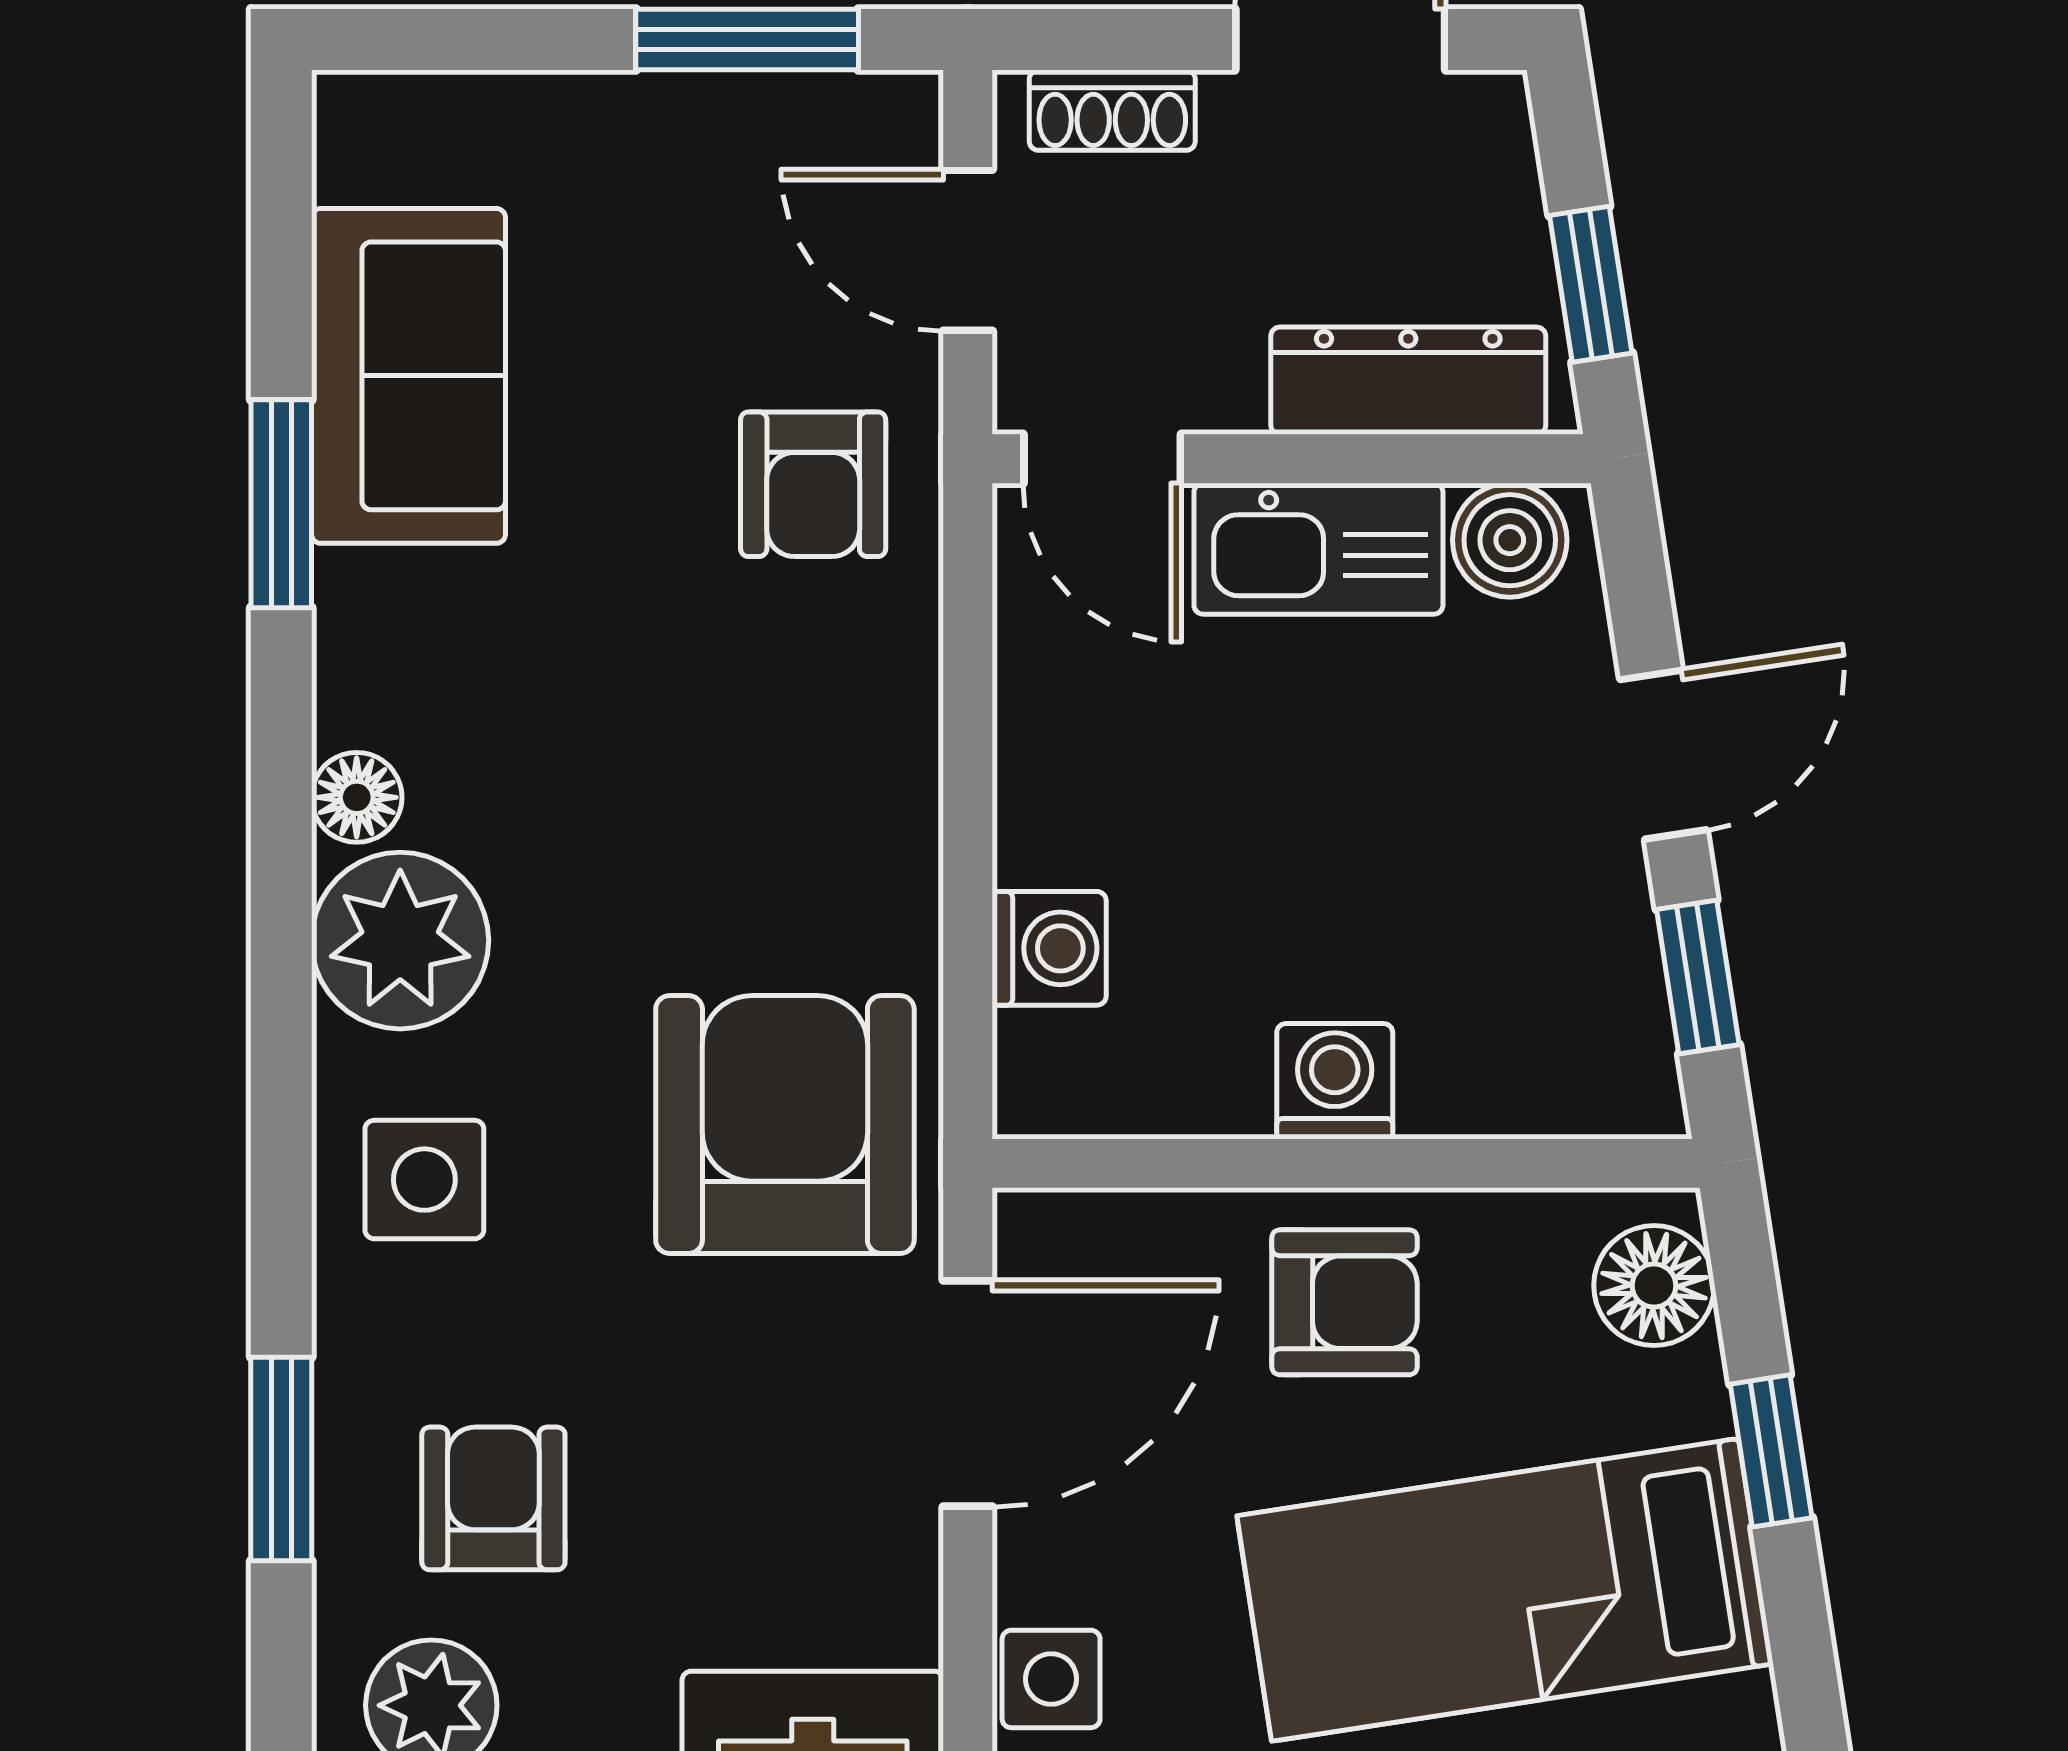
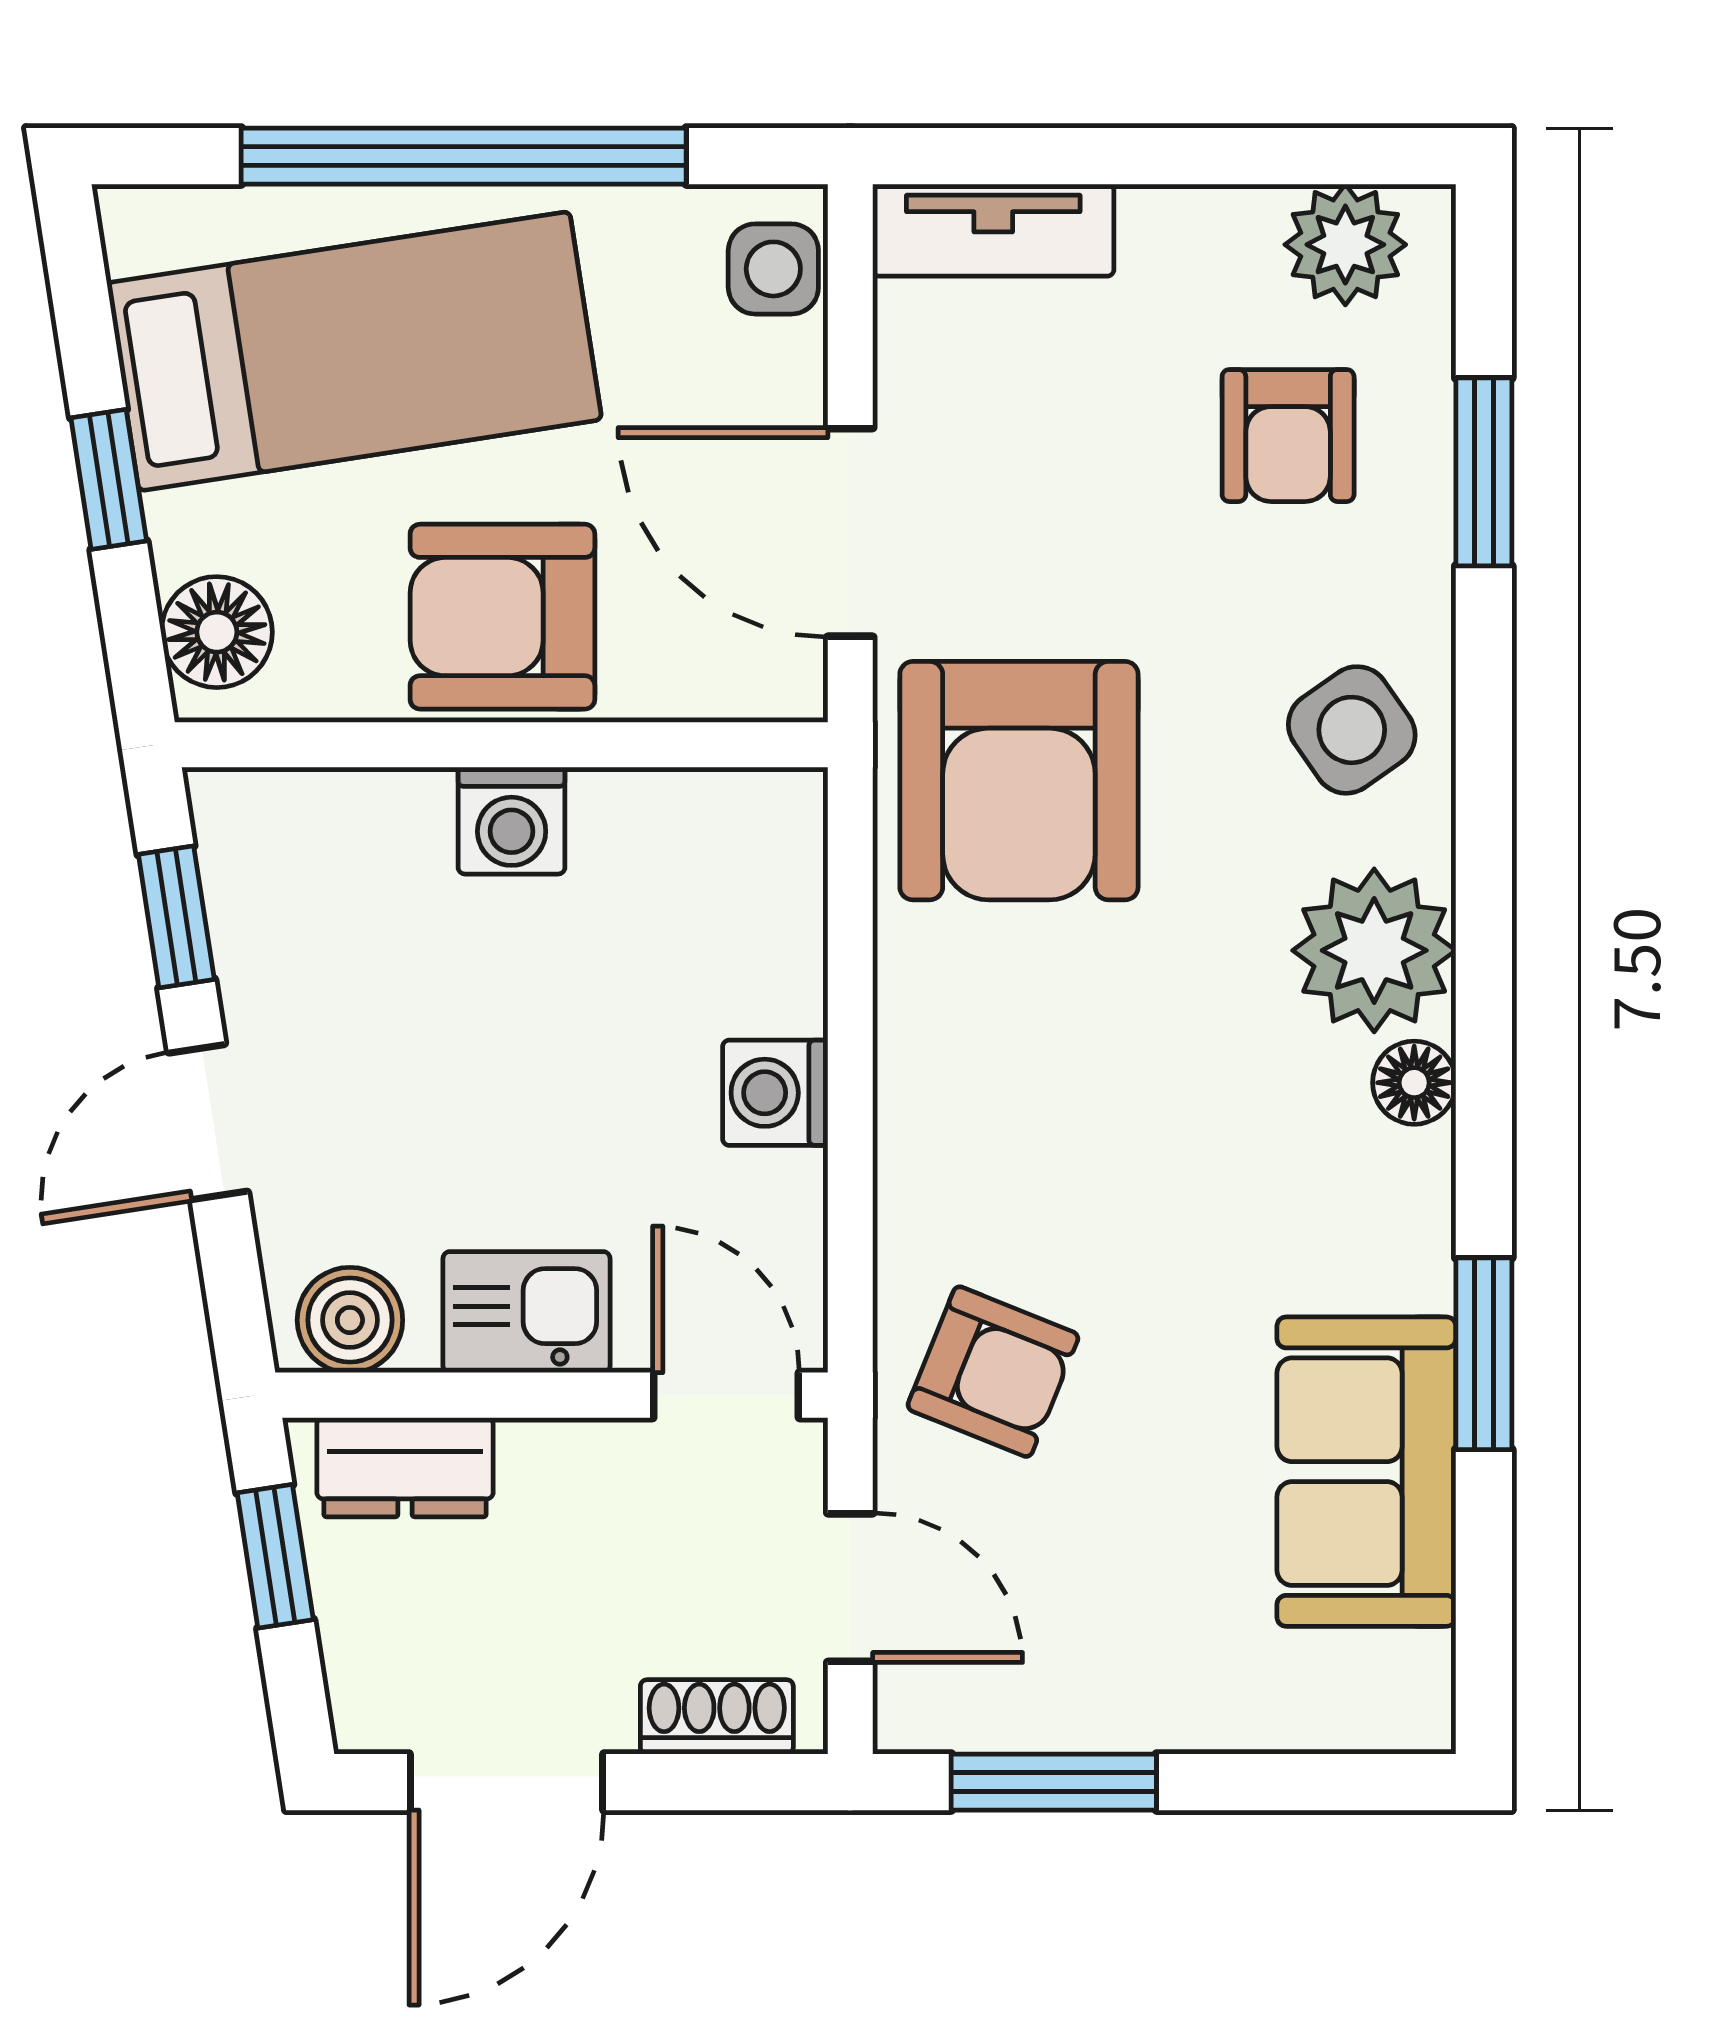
dresser: (1408, 381) -> (405, 1467), width x0.70
armchair: (813, 484) -> (993, 1372), turned 112
kitchen sink: (1318, 549) -> (527, 1312), width x0.73
washing machine: (1049, 948) -> (775, 1093), moved
side table: (424, 1180) -> (1352, 730), turned -35
armchair: (1345, 1302) -> (502, 617), width x1.38, depth x1.38
door: (968, 1394) -> (850, 532), hinge flipped

